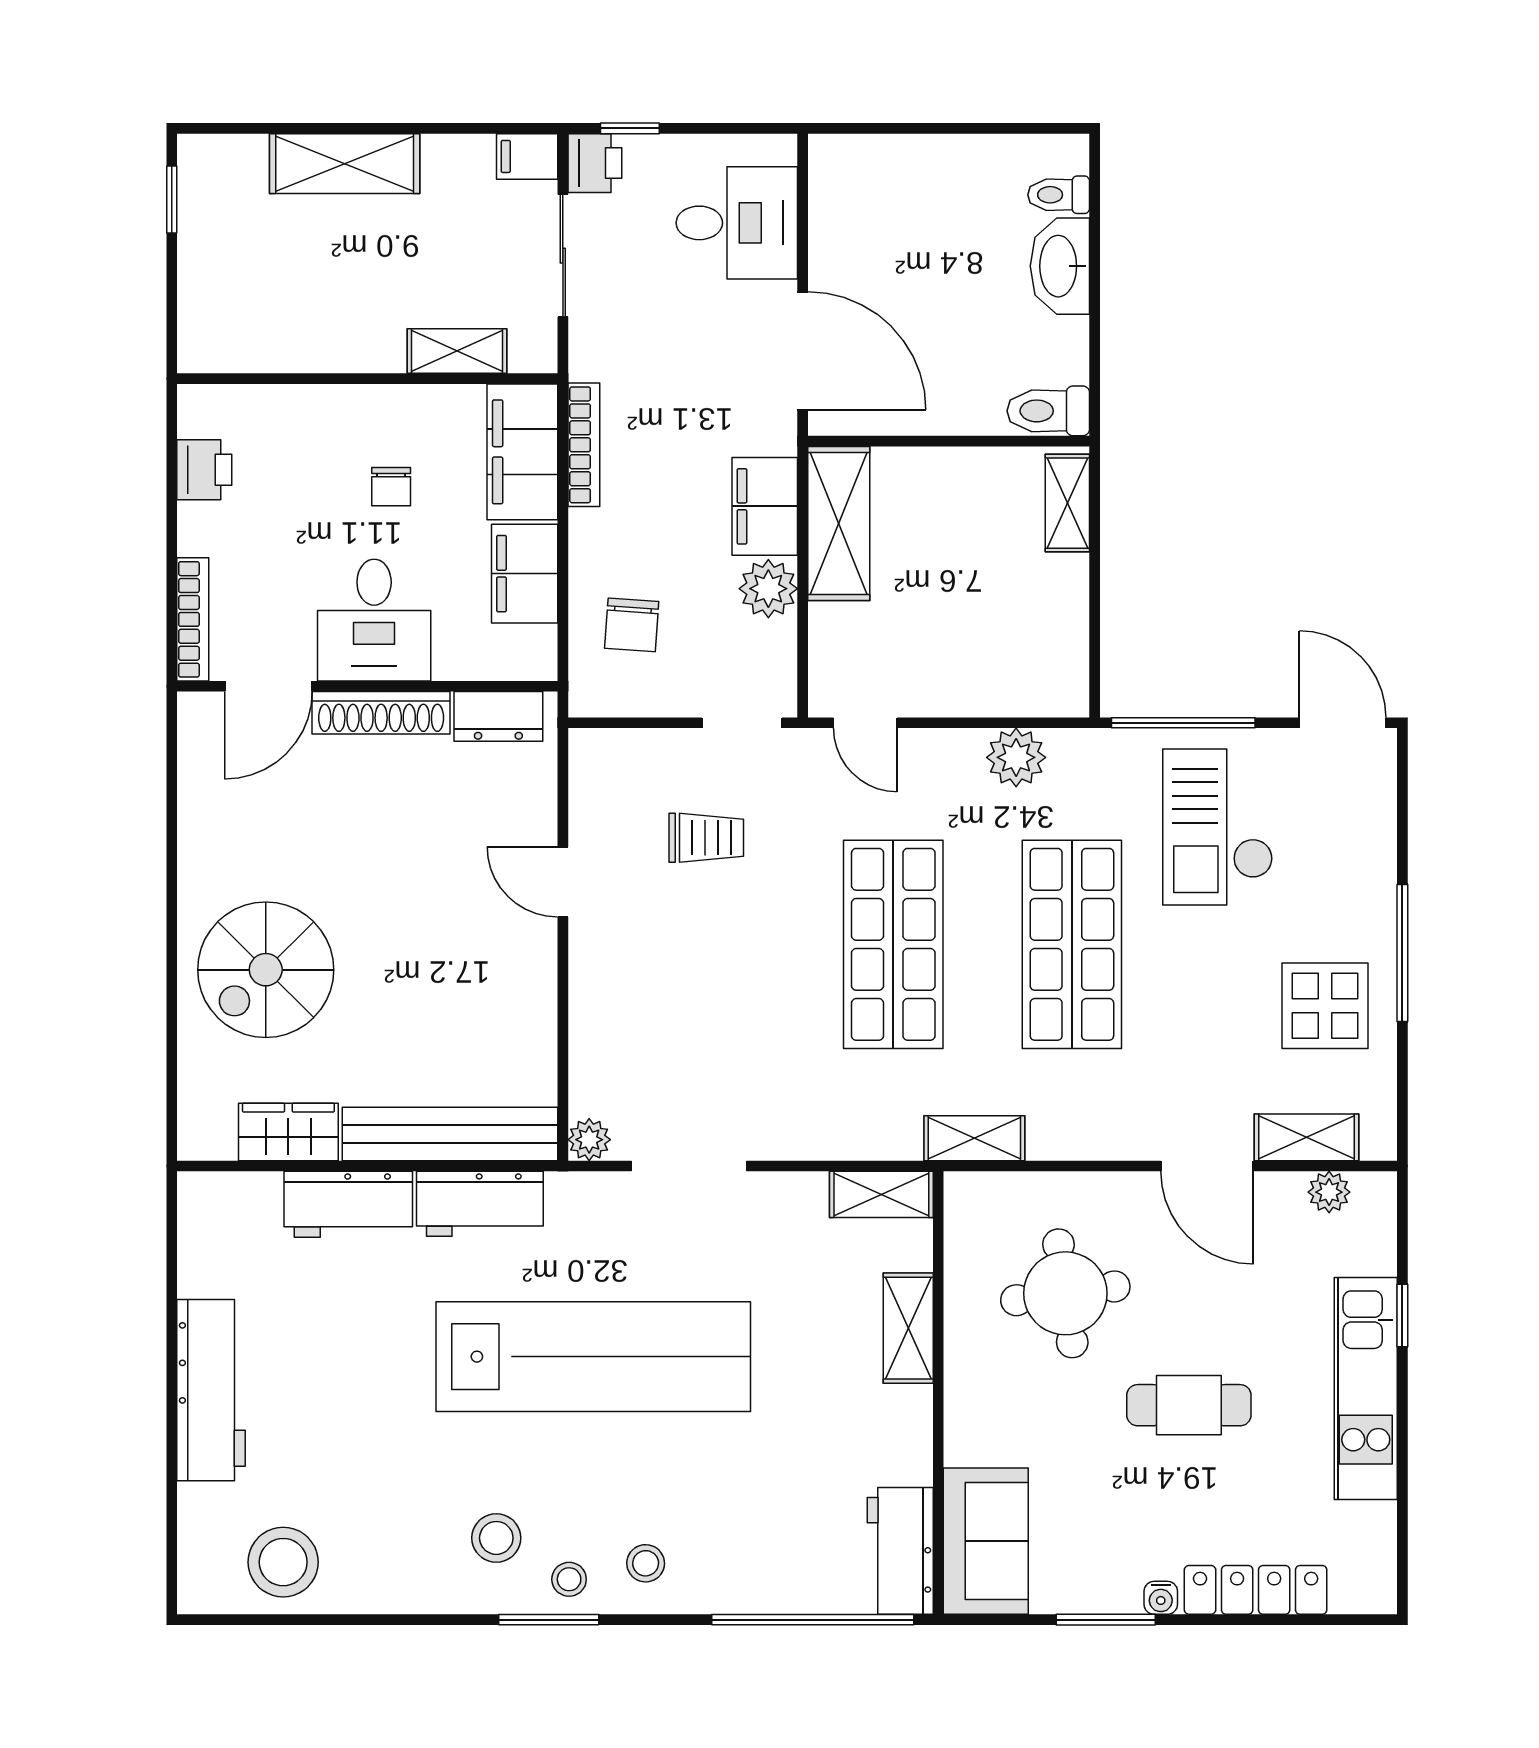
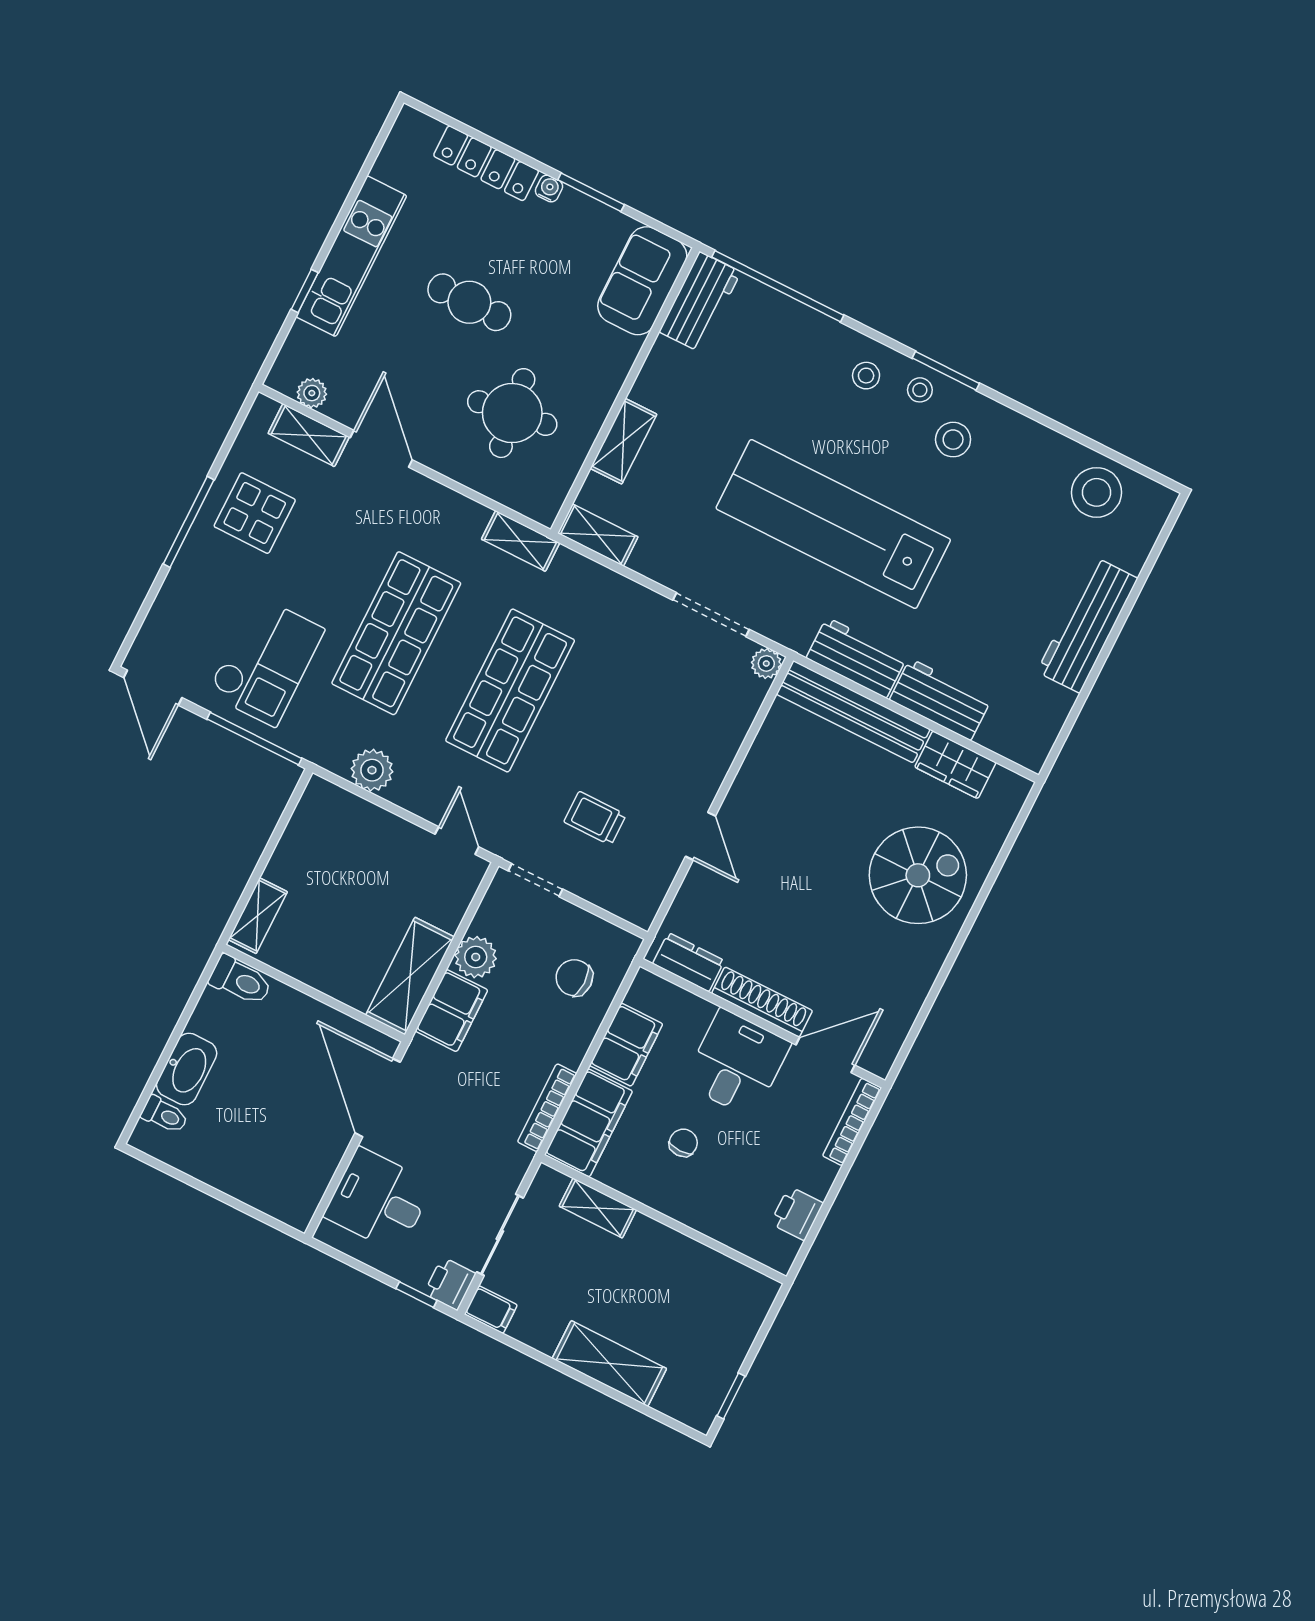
chair: (632, 625) -> (574, 978), turned -94

